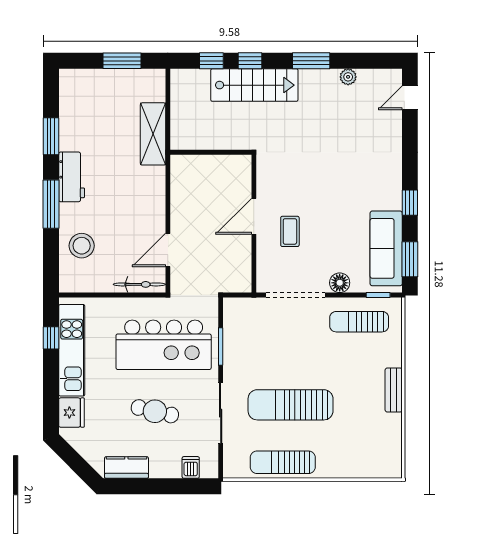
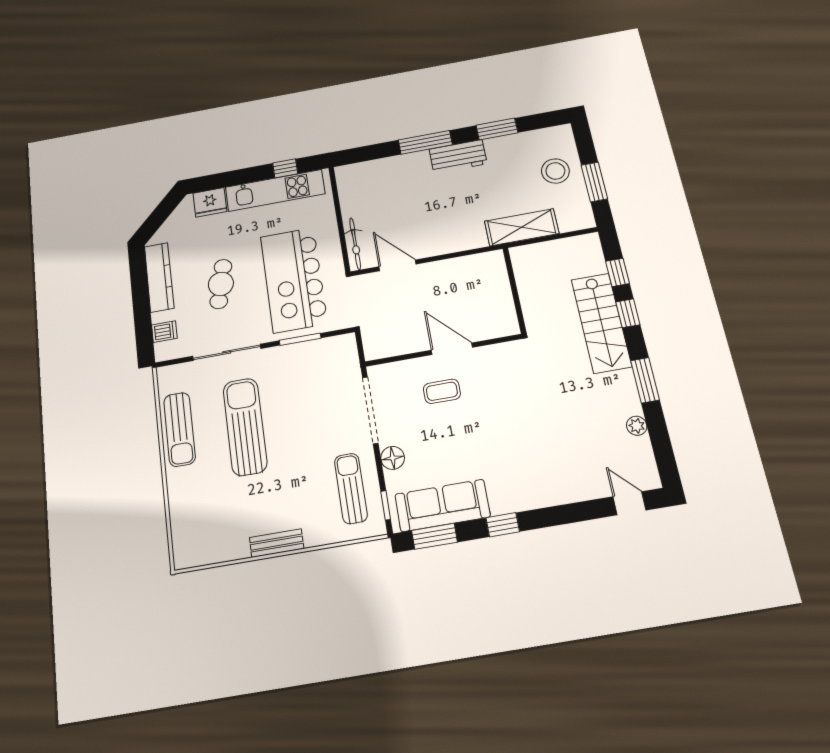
stool: (82, 246) -> (555, 171), moved
sun lounger: (283, 462) -> (180, 429), turned 180
kitchen counter: (126, 467) -> (159, 277), width x1.50

